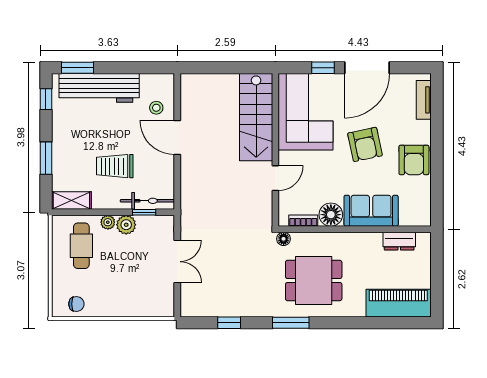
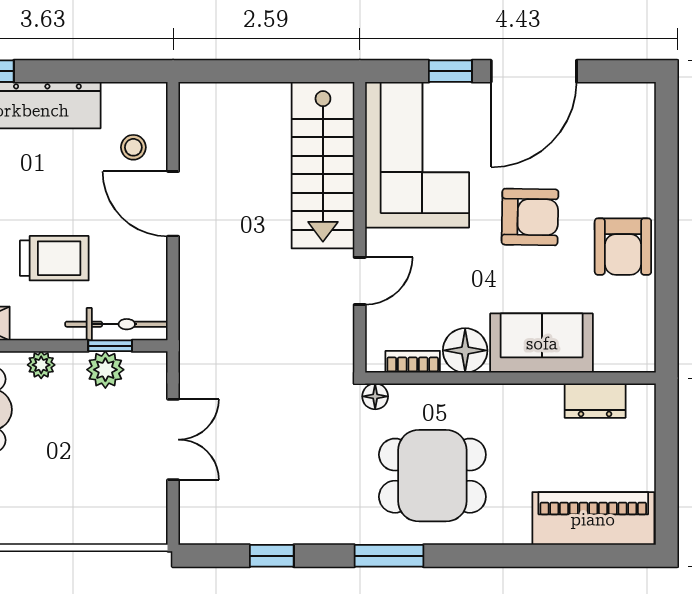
tv unit: (424, 100) -> (642, 132), removed
armchair: (365, 144) -> (530, 217), turned -77
trolley: (115, 166) -> (54, 258), turned 180
plant: (126, 225) -> (105, 370), moved

